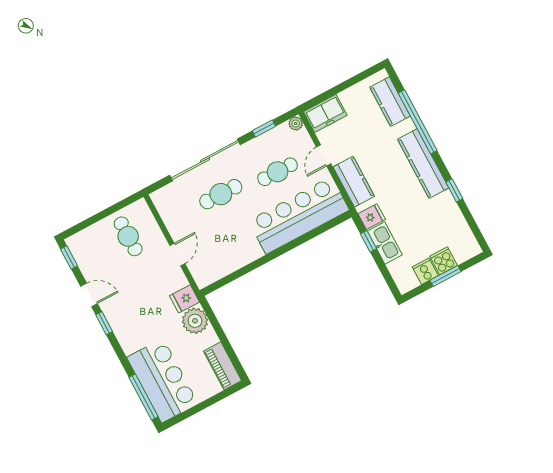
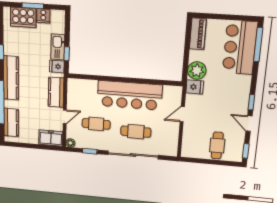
bar counter: (299, 215) -> (130, 95), moved
cafe table: (128, 236) -> (217, 145), moved
cooker: (444, 261) -> (23, 17), width x1.87, depth x1.31

